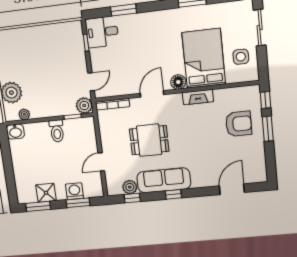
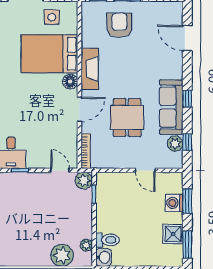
door: (152, 94) -> (79, 109), swing flipped
fireplace: (198, 97) -> (90, 69), width x1.37, depth x1.32
toilet: (57, 131) -> (107, 240), moved

